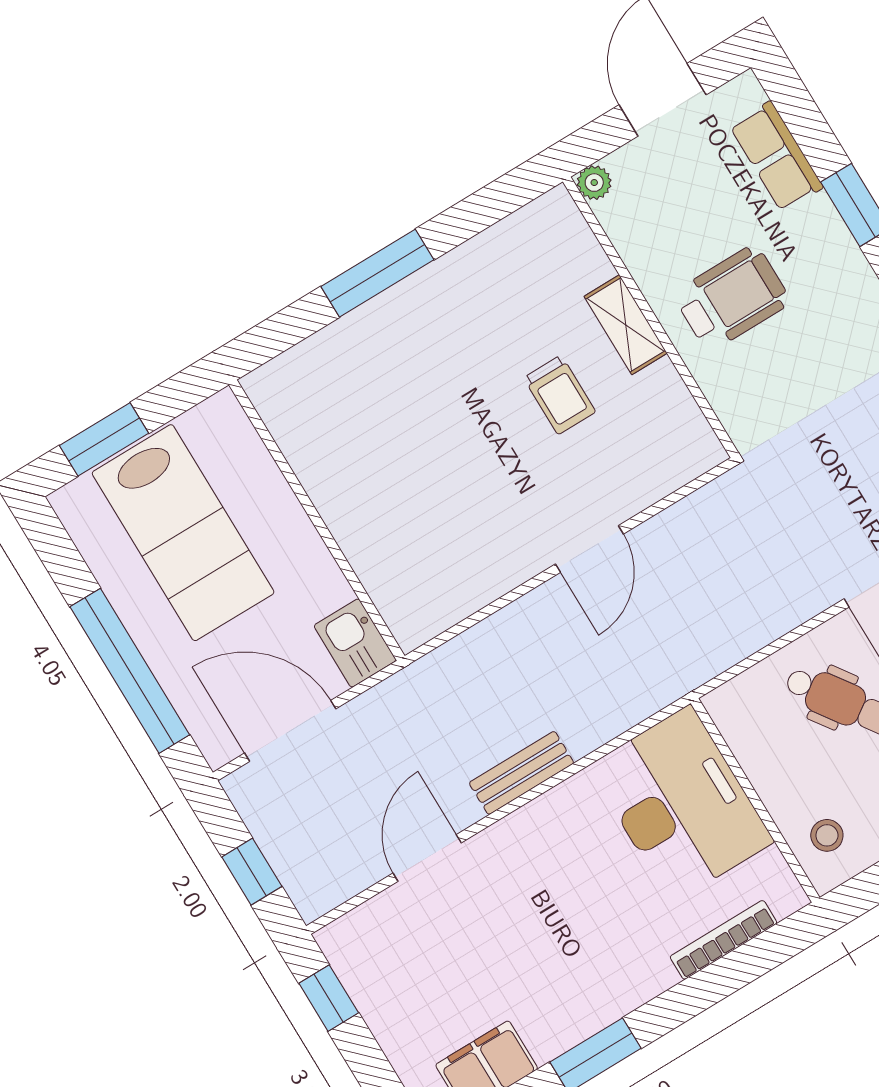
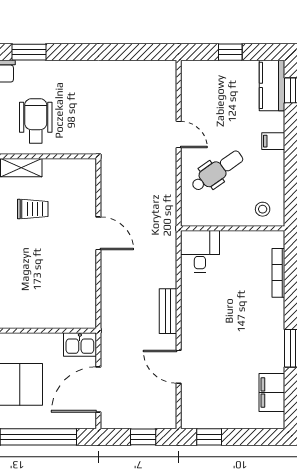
desk: (681, 804) -> (200, 251), width x0.53, depth x0.77

